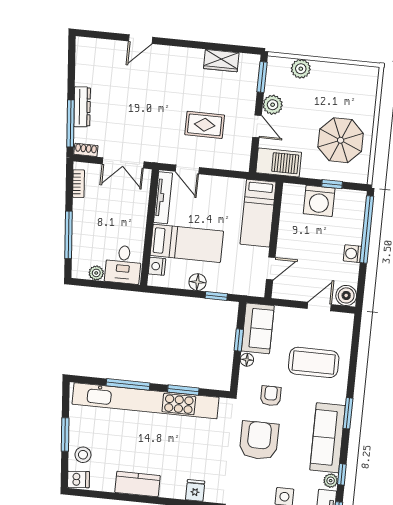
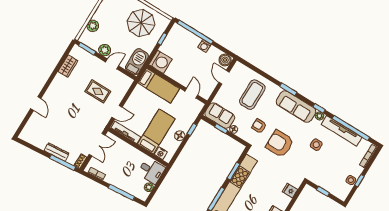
rug: (205, 125) -> (98, 91), turned 90
washing machine: (319, 201) -> (161, 62), moved

